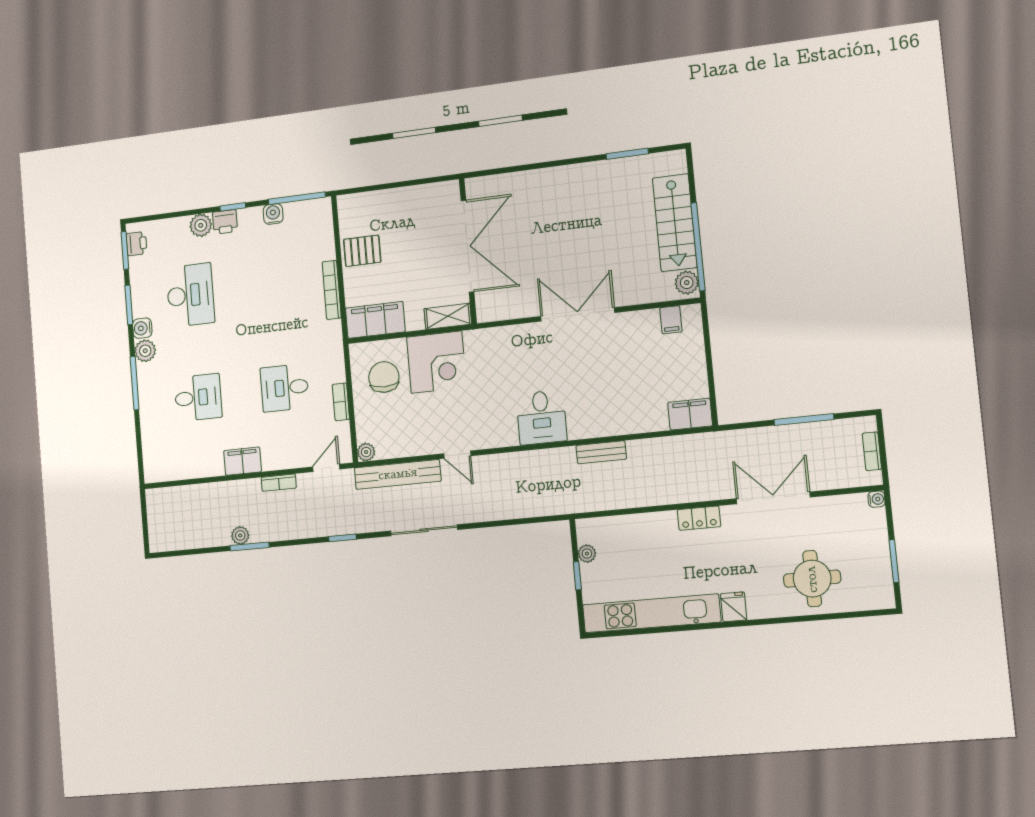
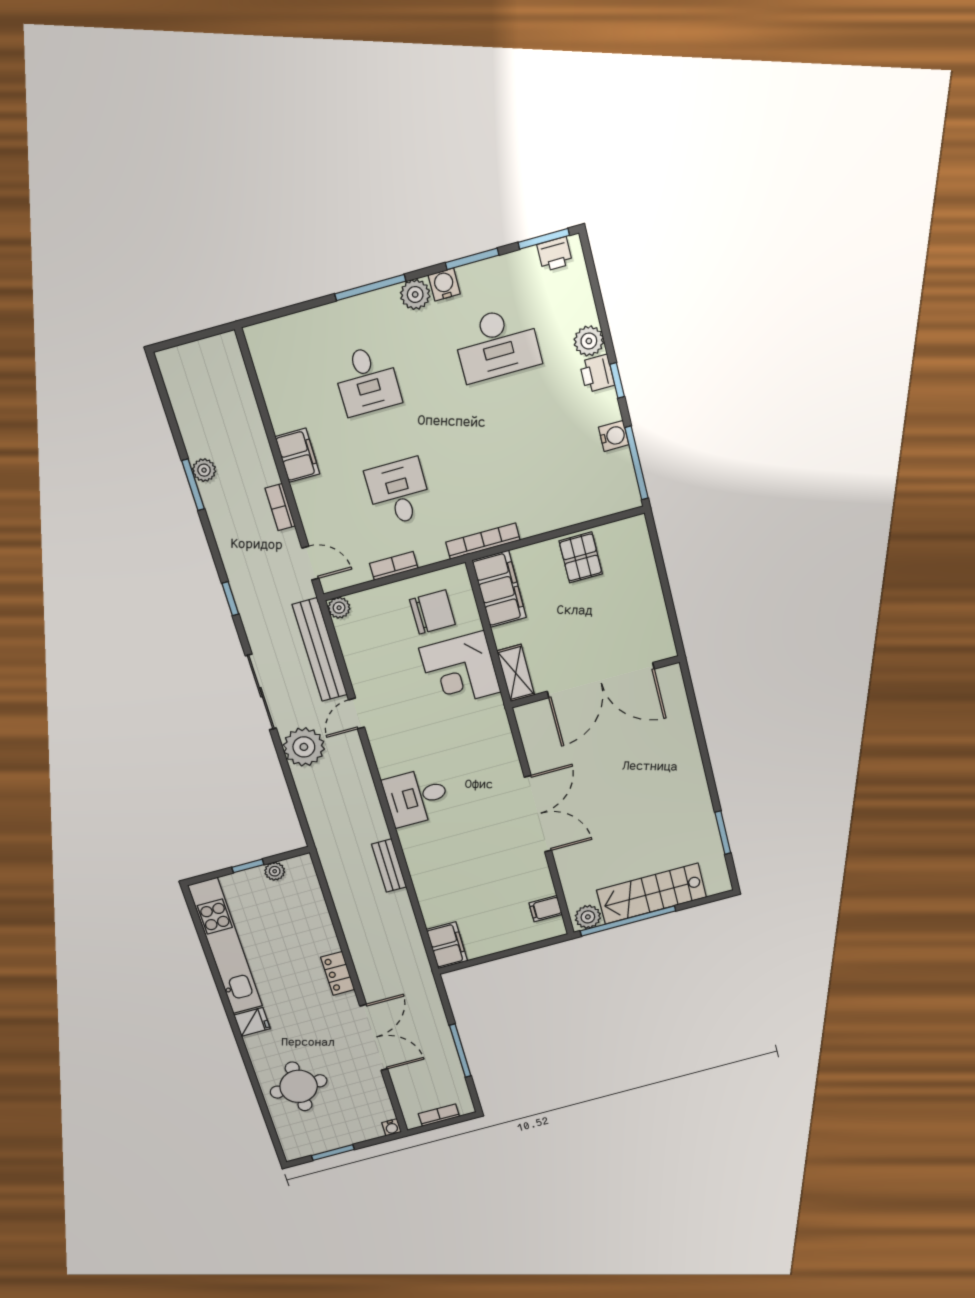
bookcase: (332, 290) -> (483, 541), moved
plant: (478, 505) -> (304, 747), added

